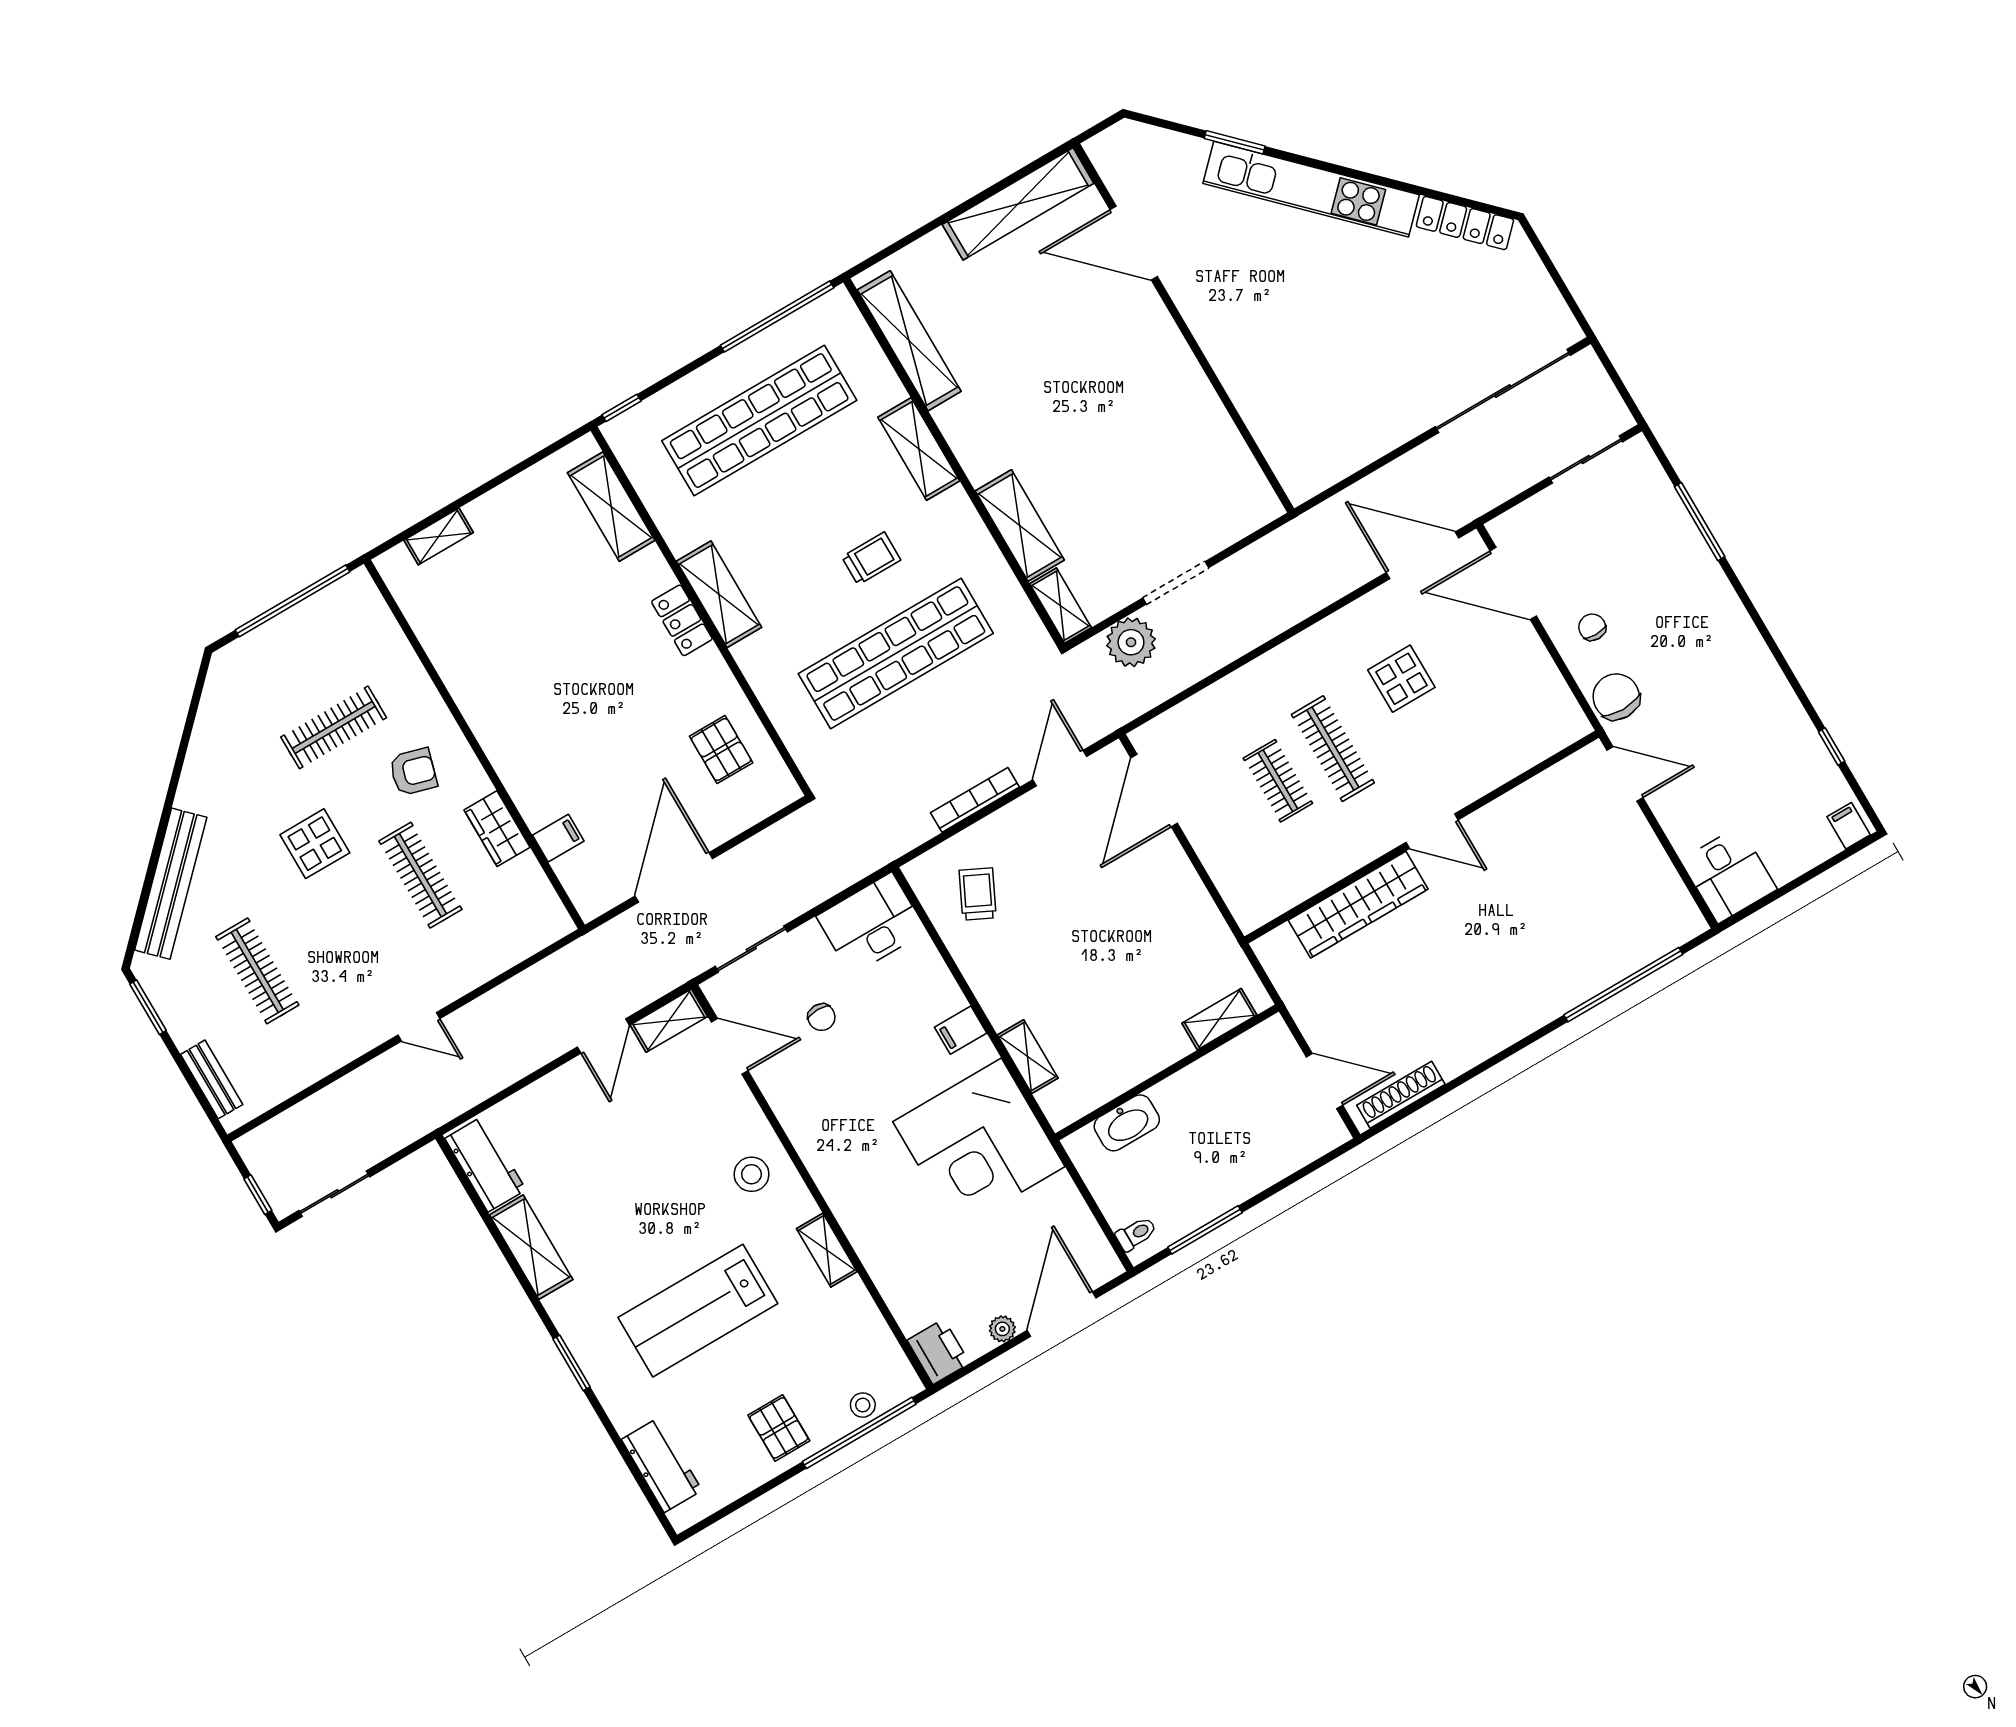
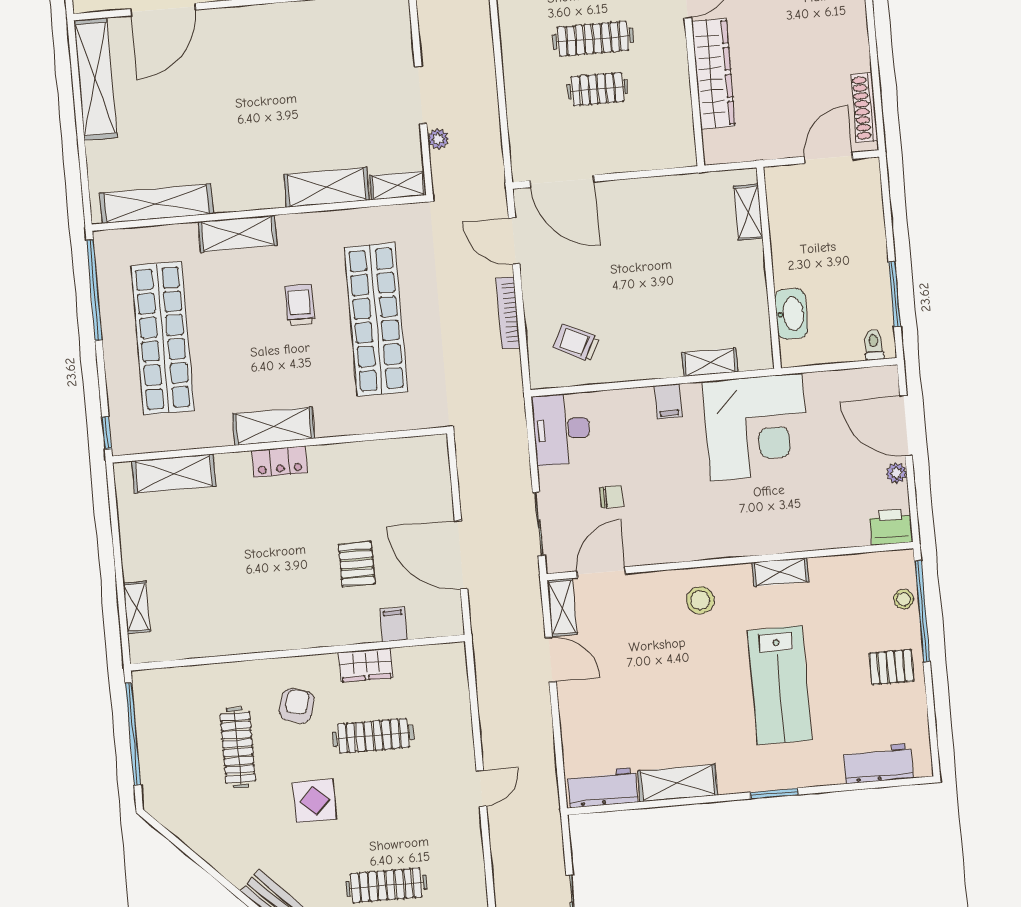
plant: (1131, 642) -> (438, 139), width x0.53, depth x0.53
pallet: (721, 749) -> (357, 564), moved, turned 90

